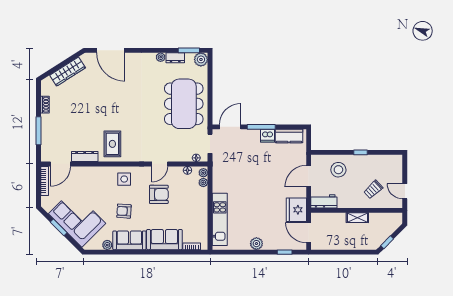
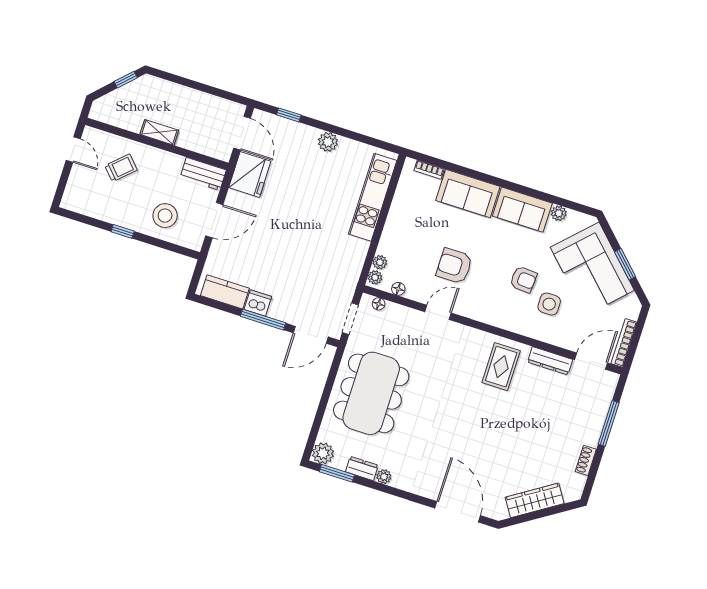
side table: (124, 179) -> (549, 304), moved
armchair: (124, 211) -> (523, 279), moved

